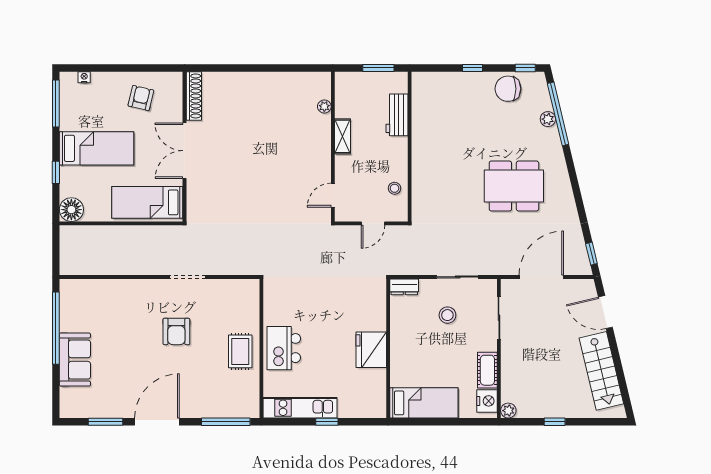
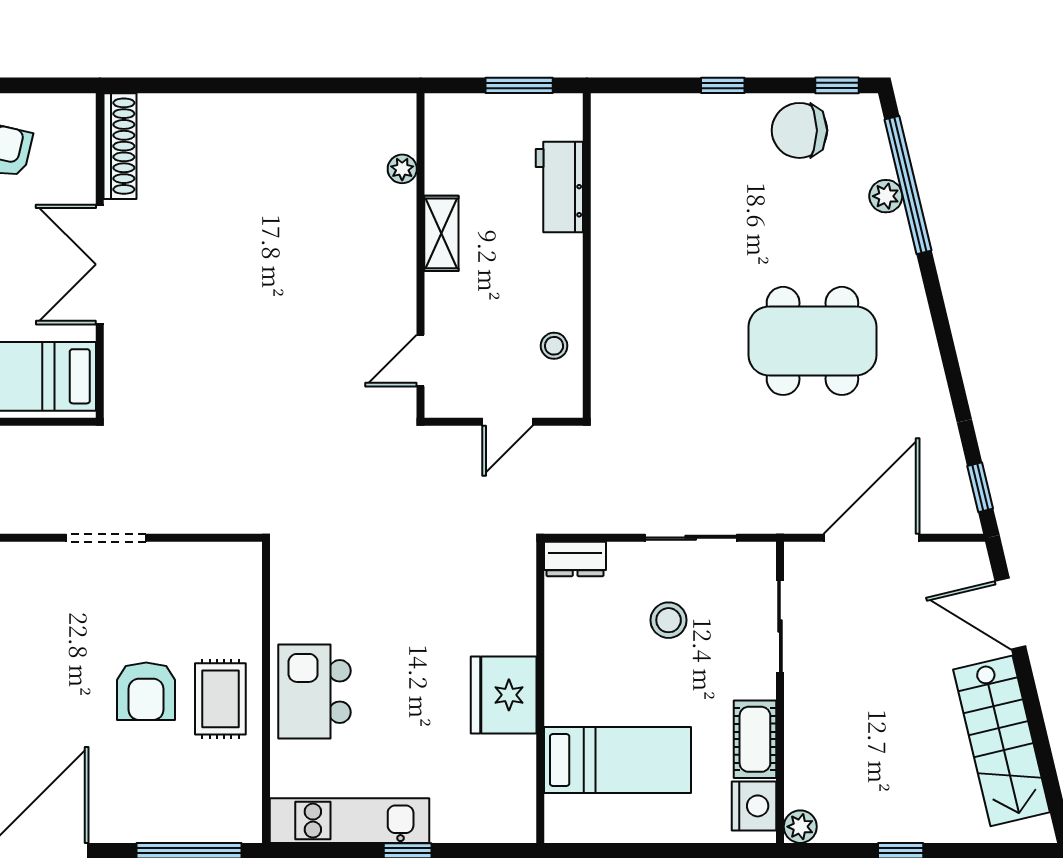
armchair: (176, 331) -> (146, 691), moved
bed: (424, 403) -> (618, 760), moved

